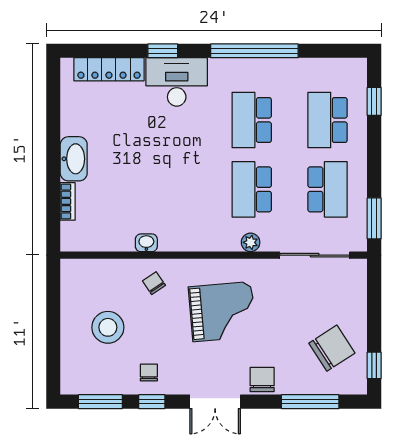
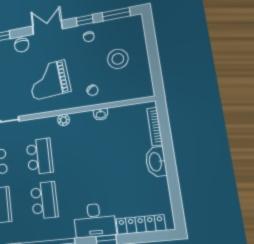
bookcase: (68, 201) -> (155, 127), width x1.56
plant: (251, 242) -> (64, 120), moved

